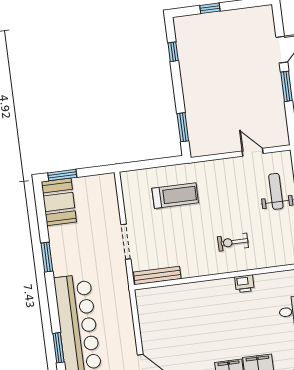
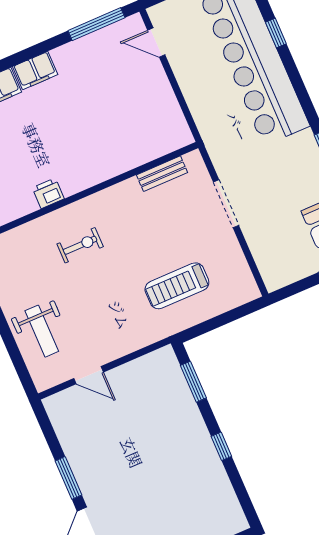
window: (173, 52) -> (221, 446), moved
bench: (157, 275) -> (162, 174), width x0.73
window: (59, 348) -> (276, 33), width x0.67

